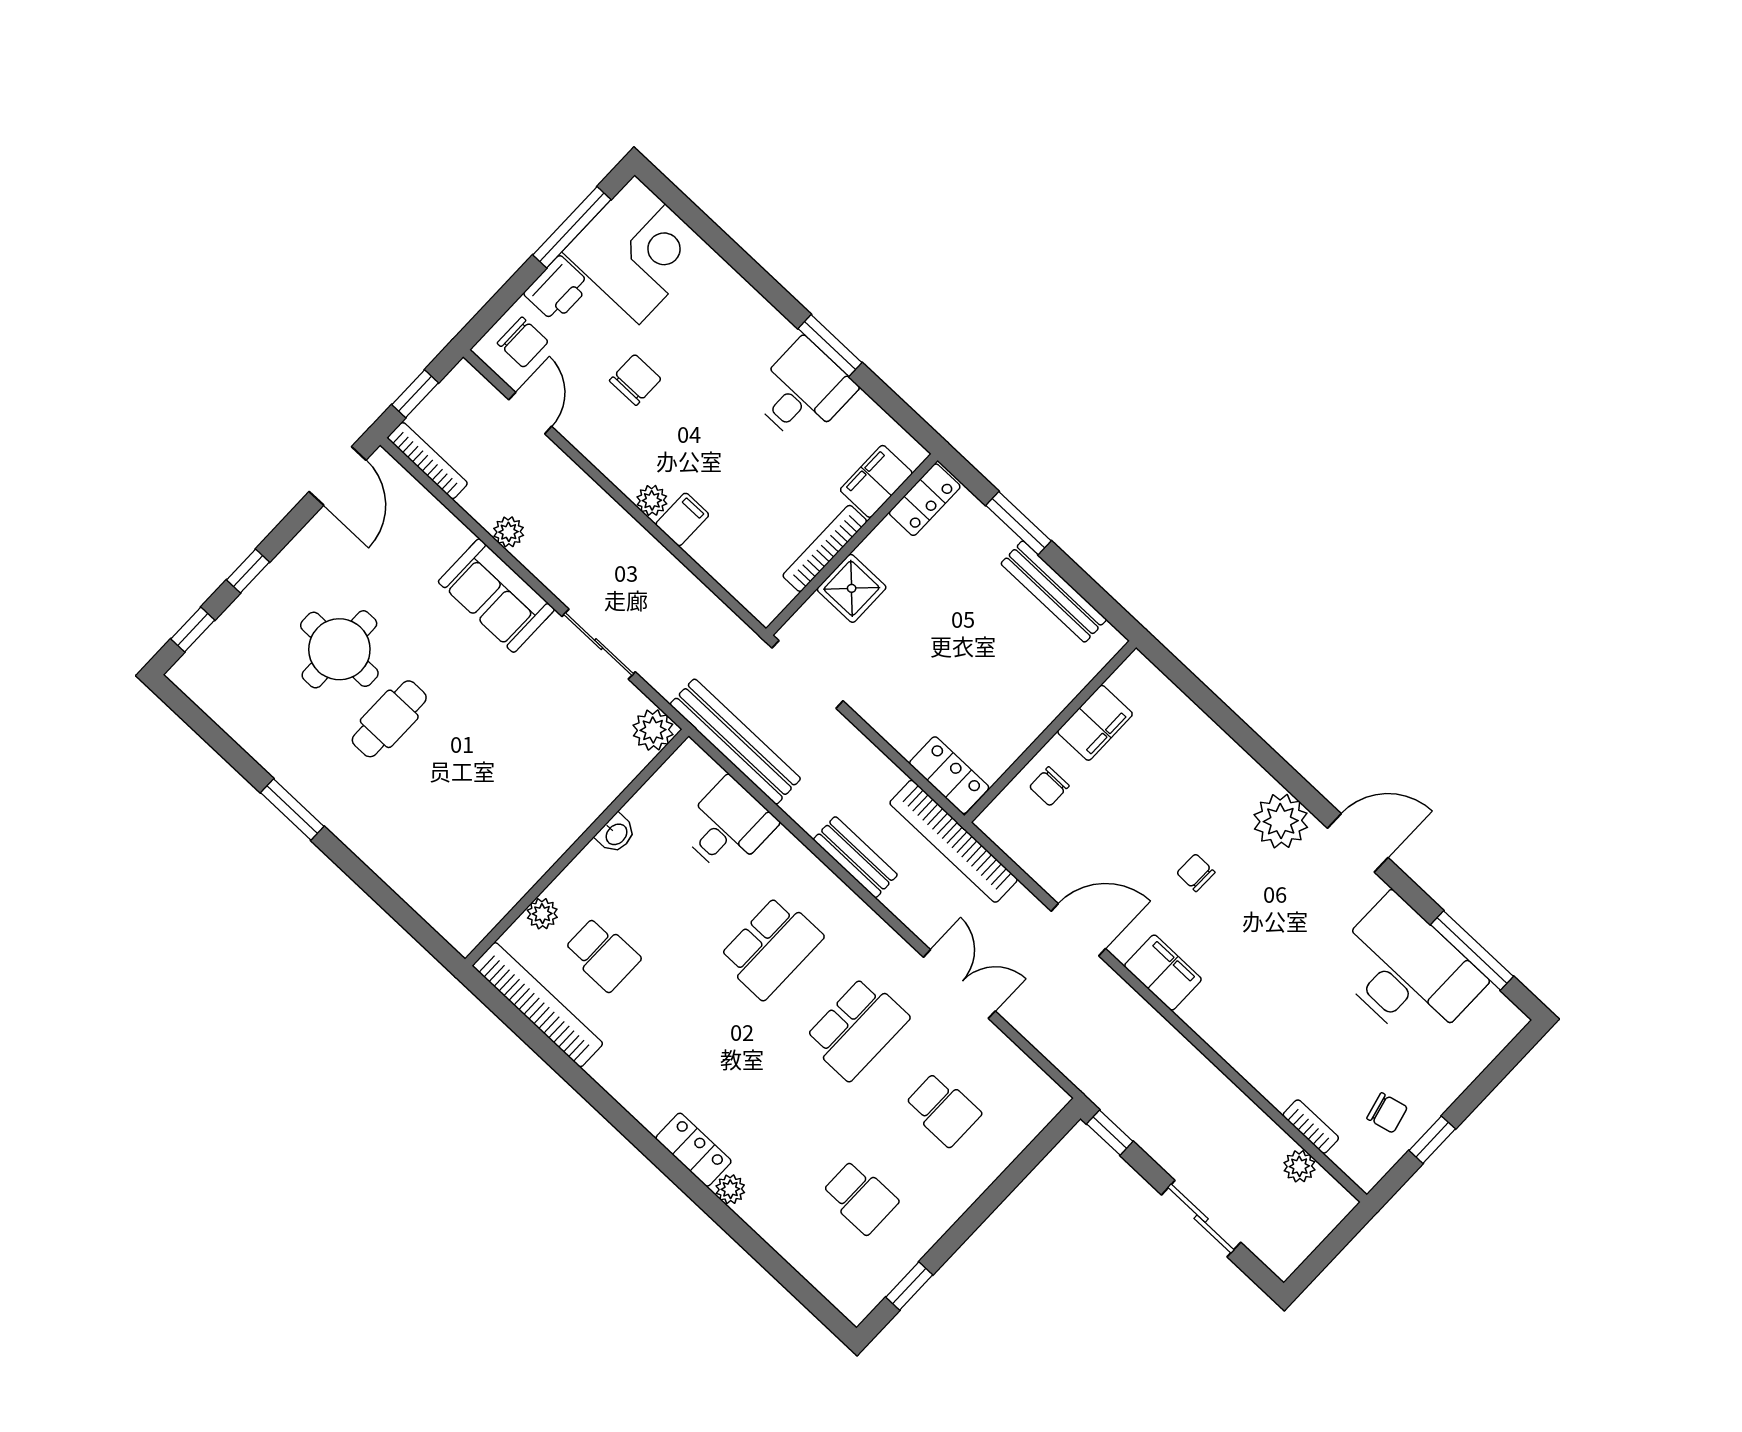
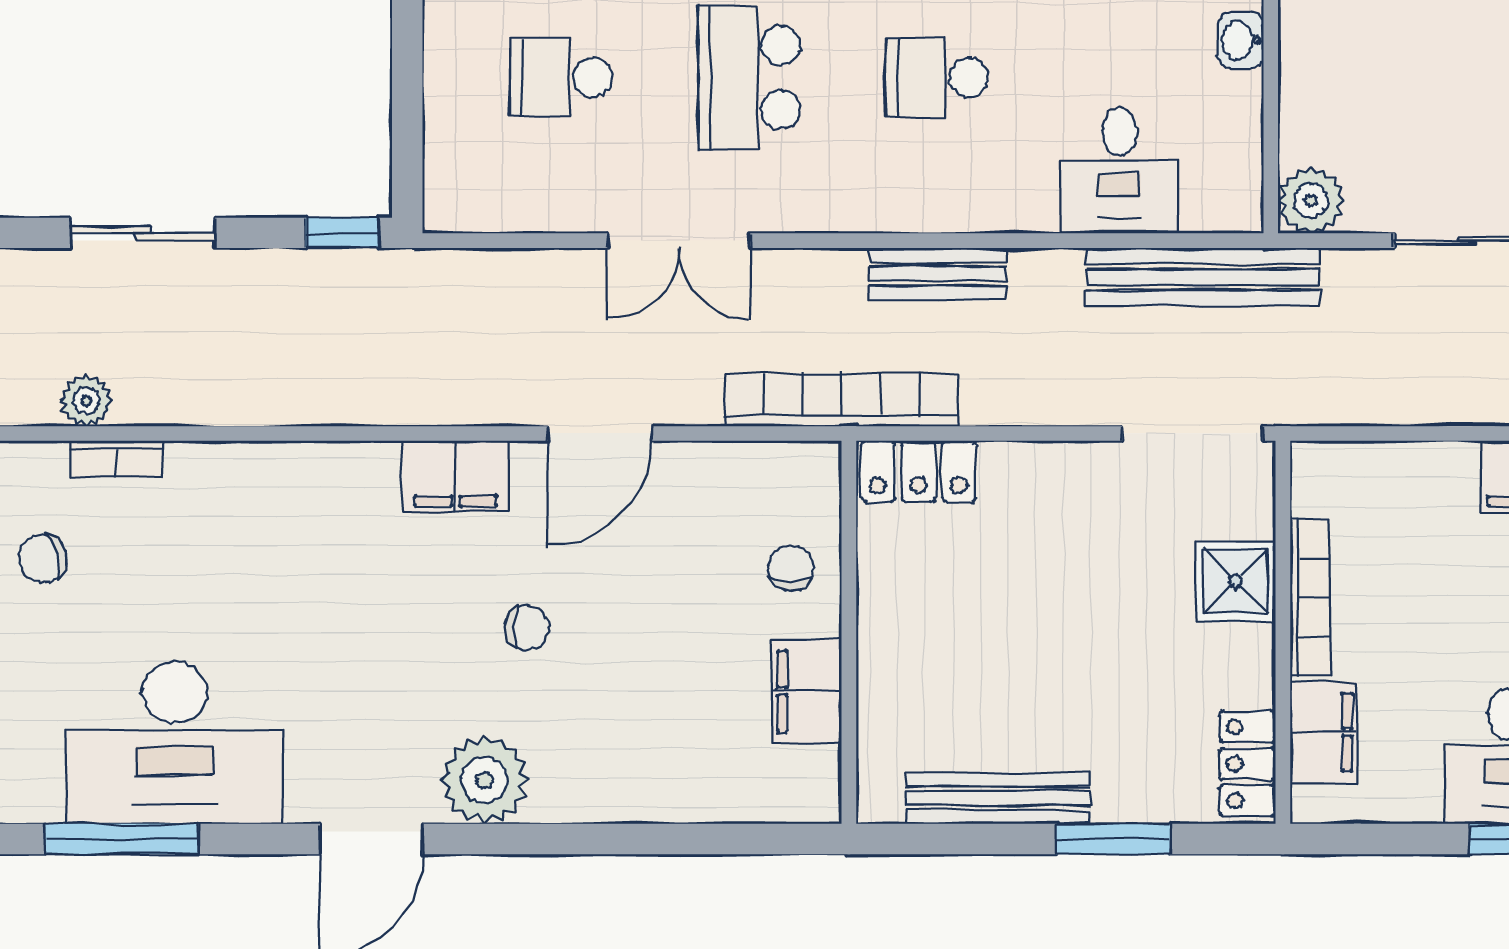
school desk: (771, 947) -> (937, 78), width x0.54

